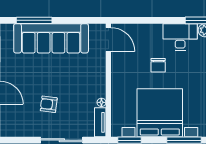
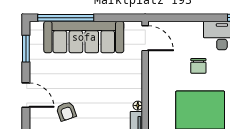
window: (34, 20) -> (66, 18), width x1.46
armchair: (49, 104) -> (66, 111), moved, turned -116

